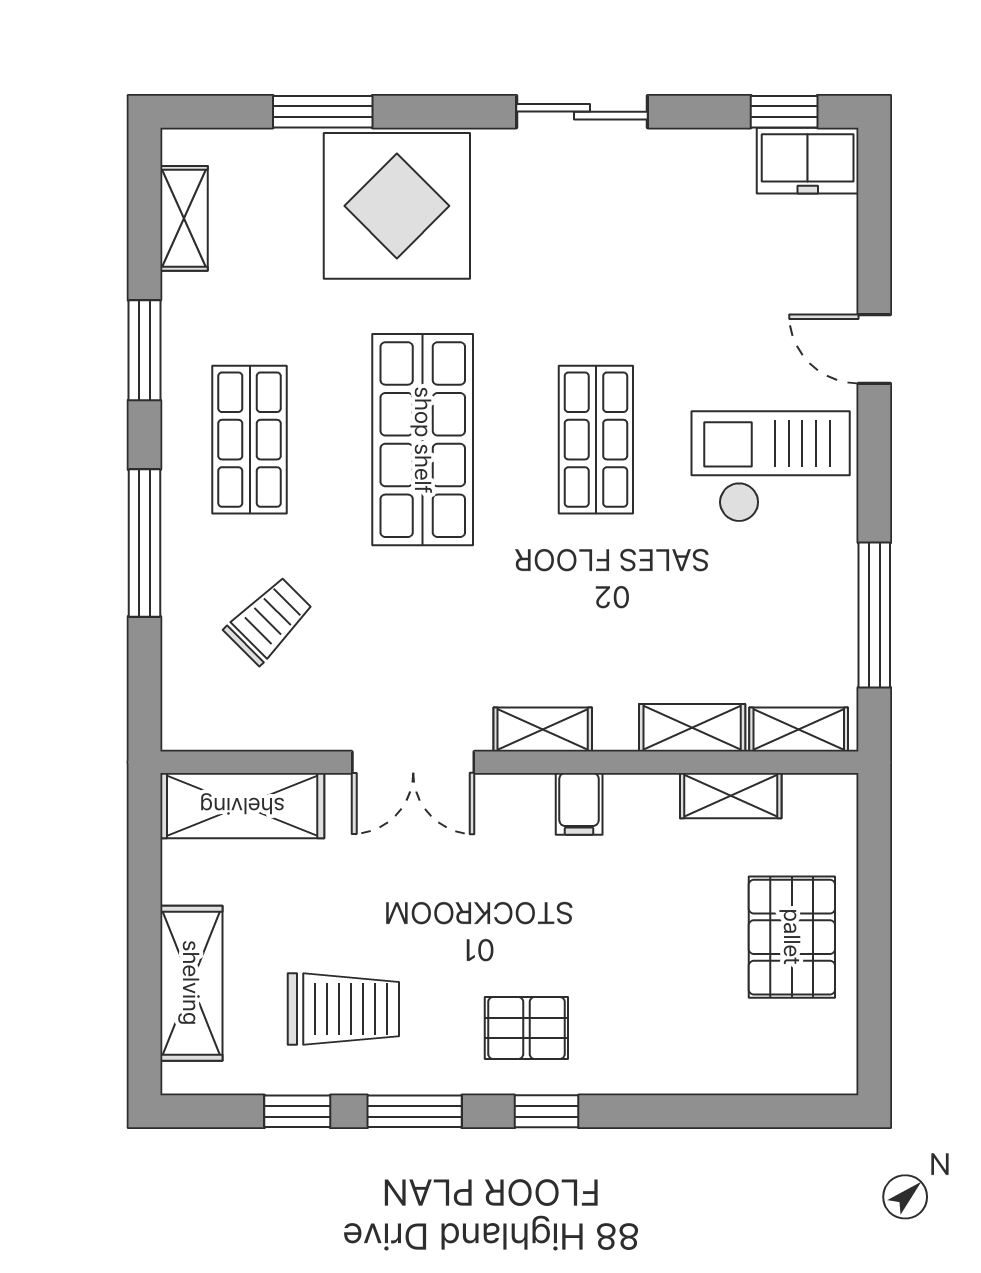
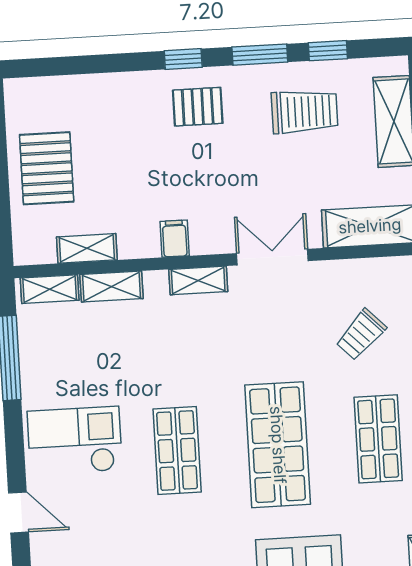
checkout: (771, 467) -> (75, 441), turned 180
trolley: (343, 1009) -> (305, 112), turned 180

